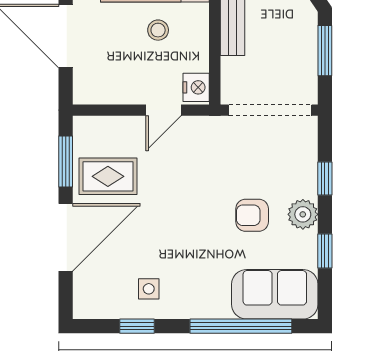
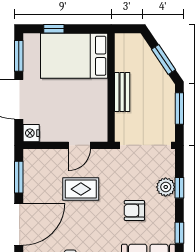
stool: (158, 30) -> (76, 96), removed
nightstand: (196, 87) -> (31, 133), moved, turned 180
rug: (108, 176) -> (81, 189), moved
plant: (303, 214) -> (166, 187), moved

